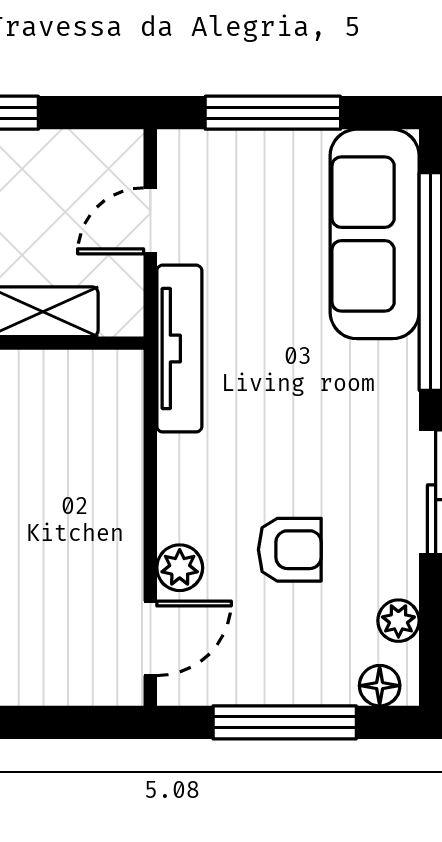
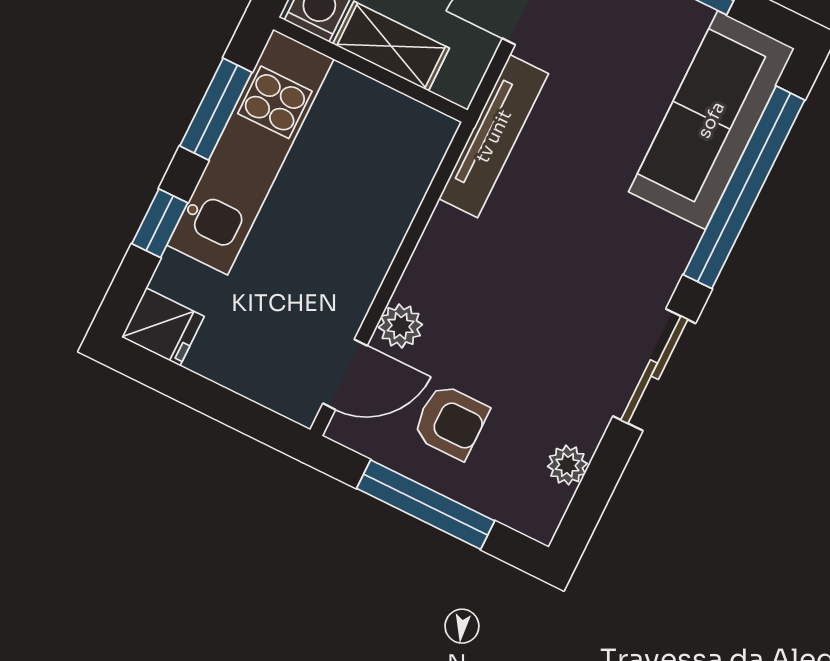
armchair: (290, 550) -> (451, 422), moved
floor lamp: (380, 686) -> (523, 513), removed

